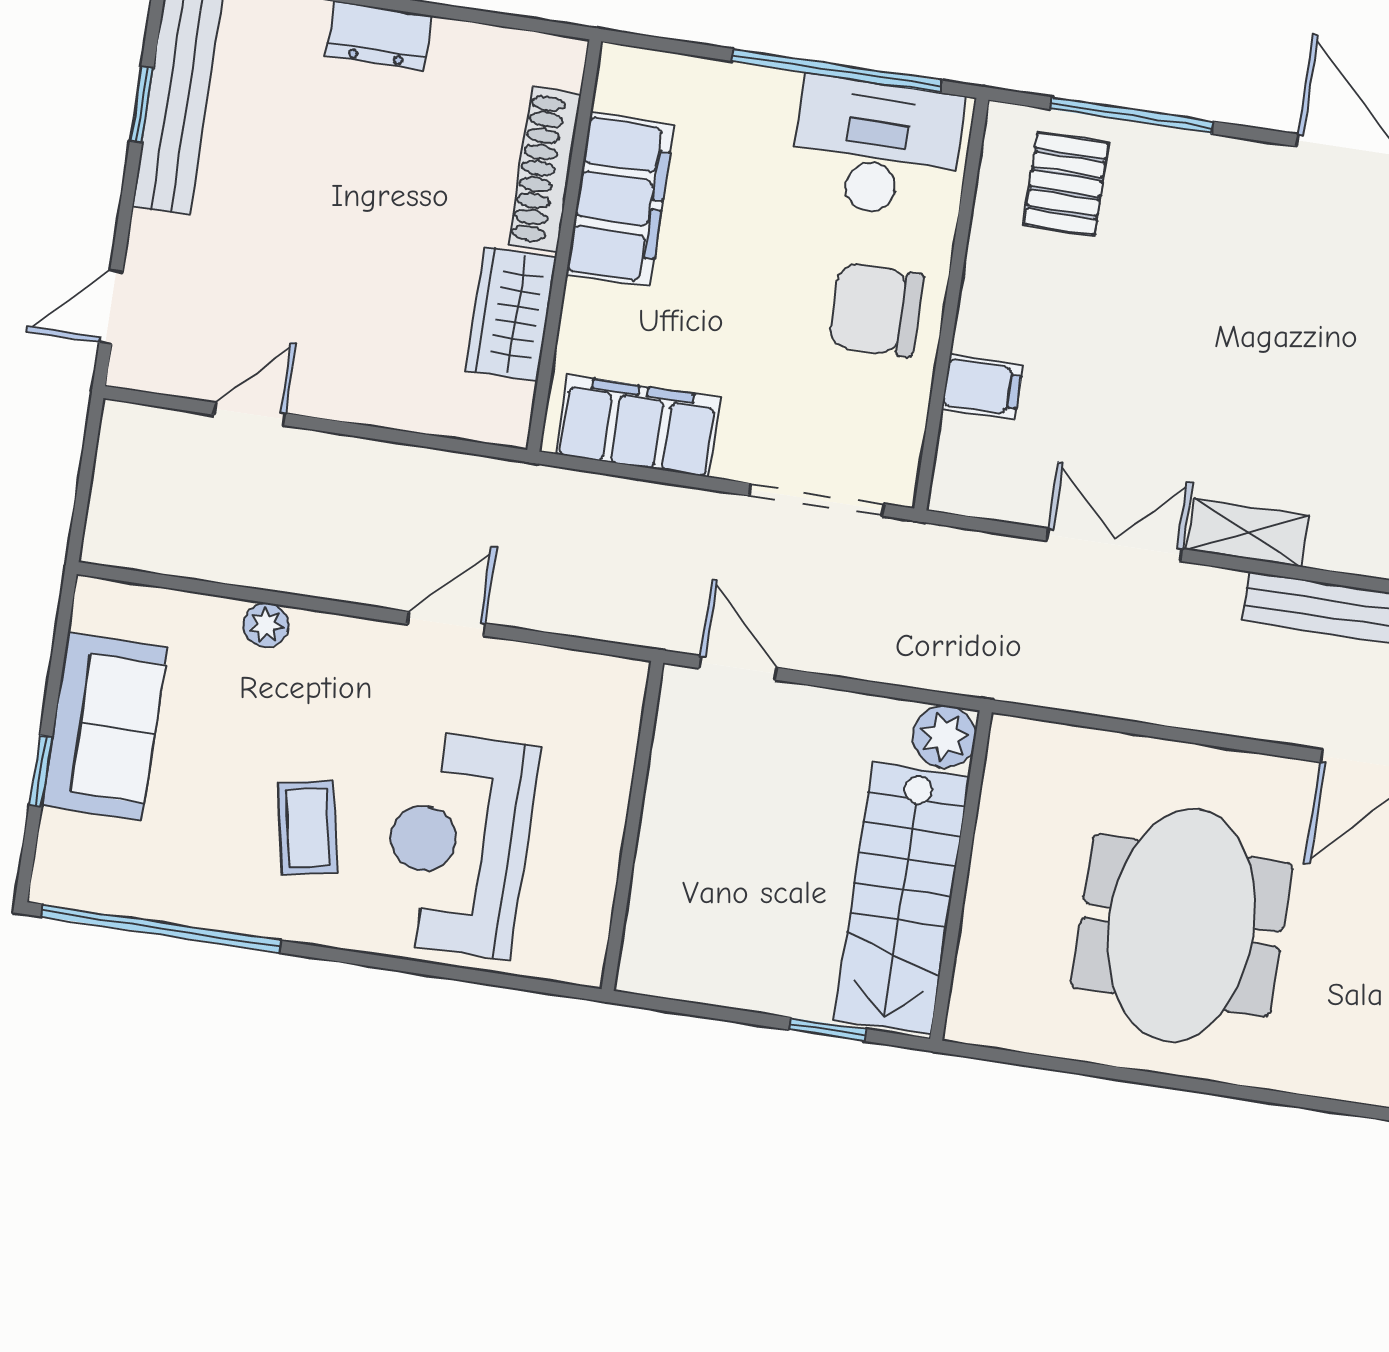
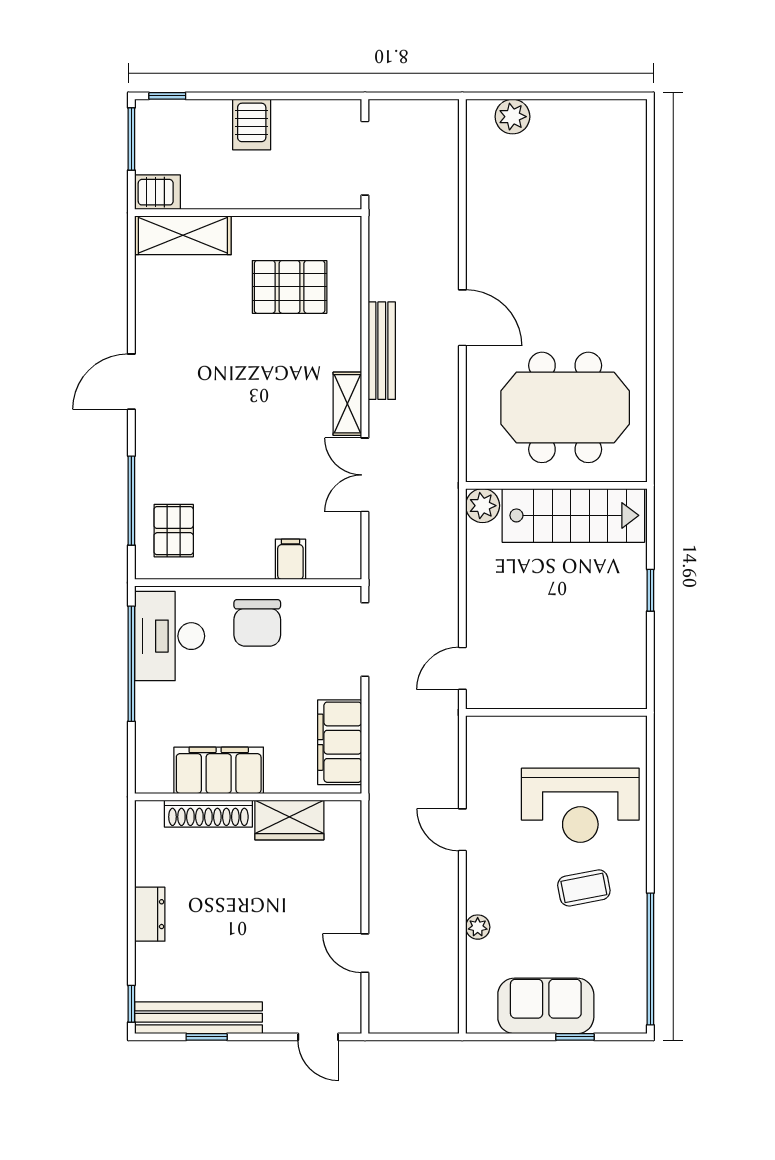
pallet: (1066, 184) -> (174, 531), turned 90
plant: (945, 737) -> (483, 506), moved
wall: (961, 876) -> (556, 485), moved
stairs: (902, 898) -> (573, 515), moved

